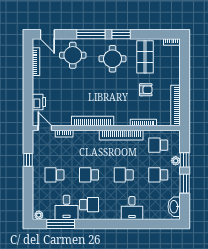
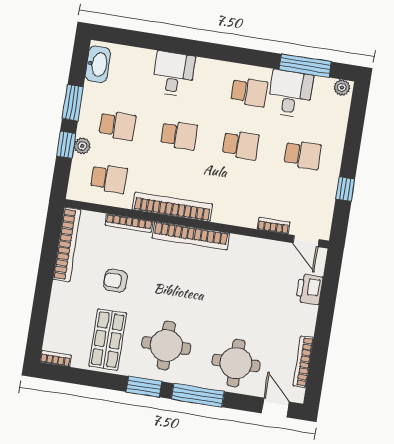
bookcase: (93, 121) -> (191, 236), moved
school desk: (89, 205) -> (249, 92), turned 180

